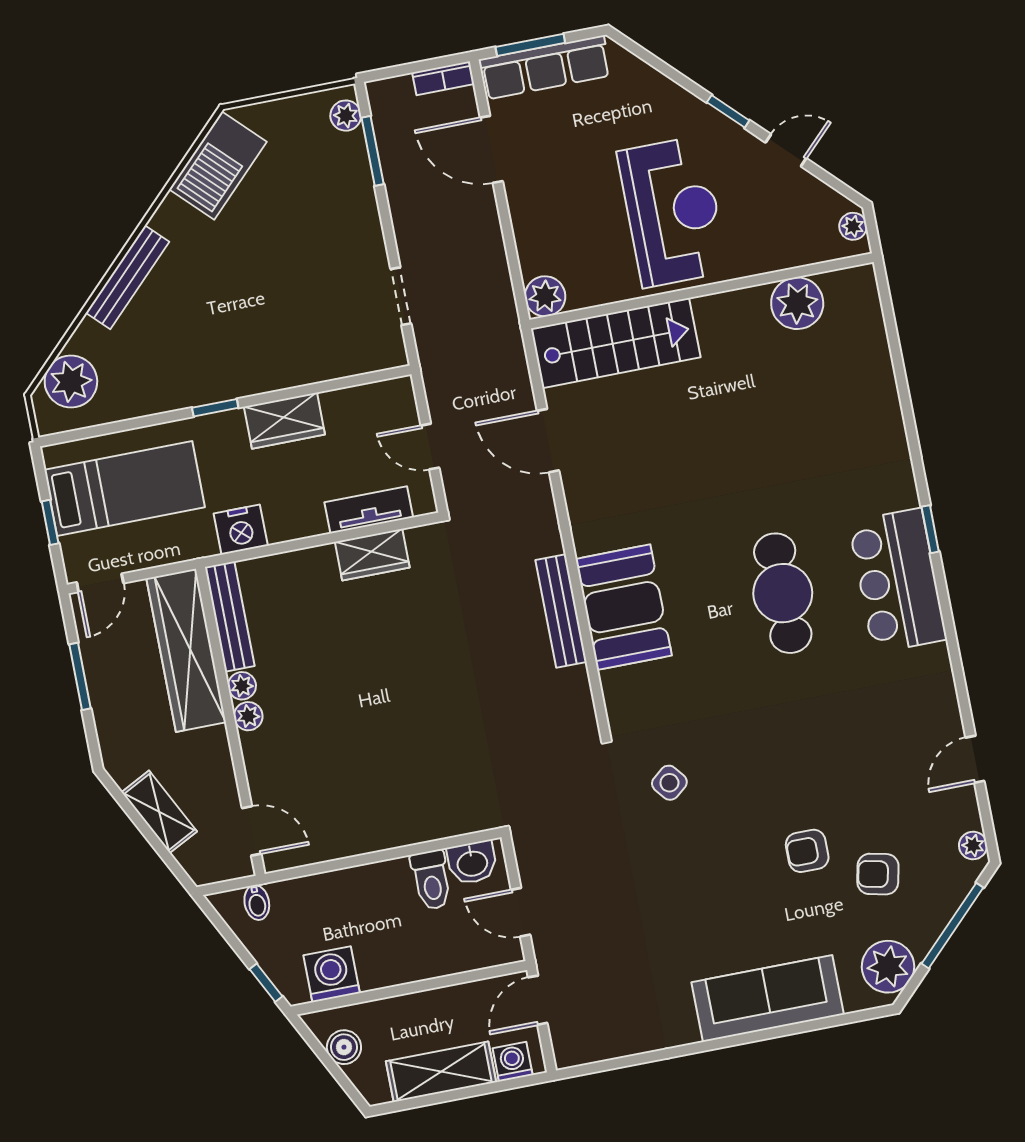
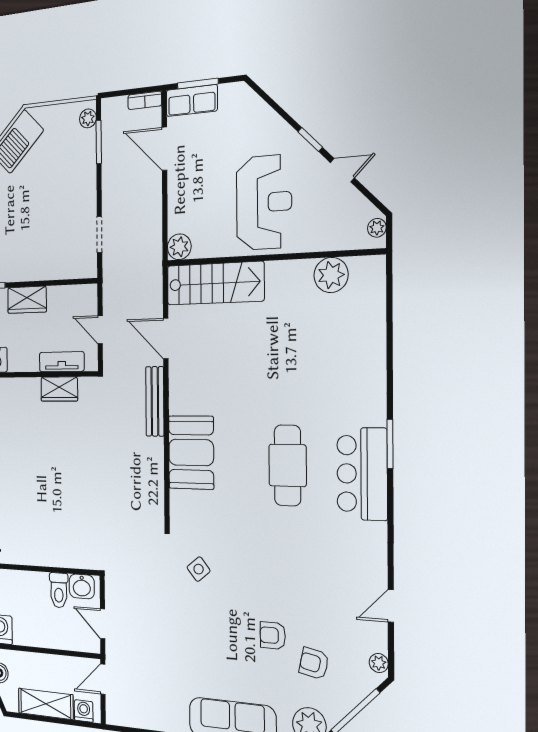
row of seats: (545, 68) -> (192, 101), width x0.68
window: (930, 529) -> (390, 444), width x1.50
bench: (561, 611) -> (155, 401), moved

